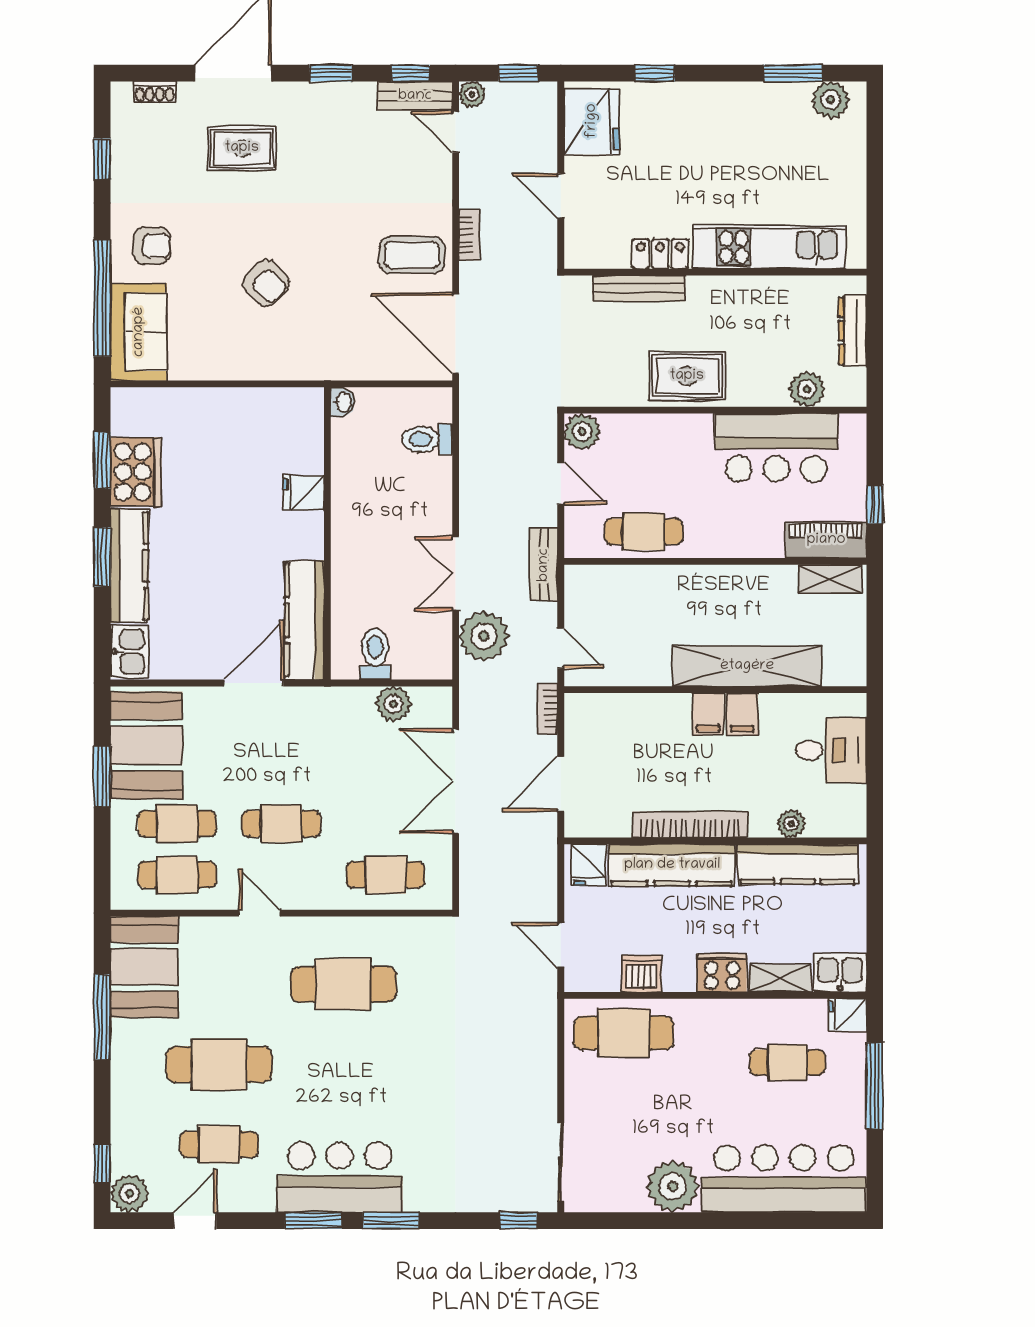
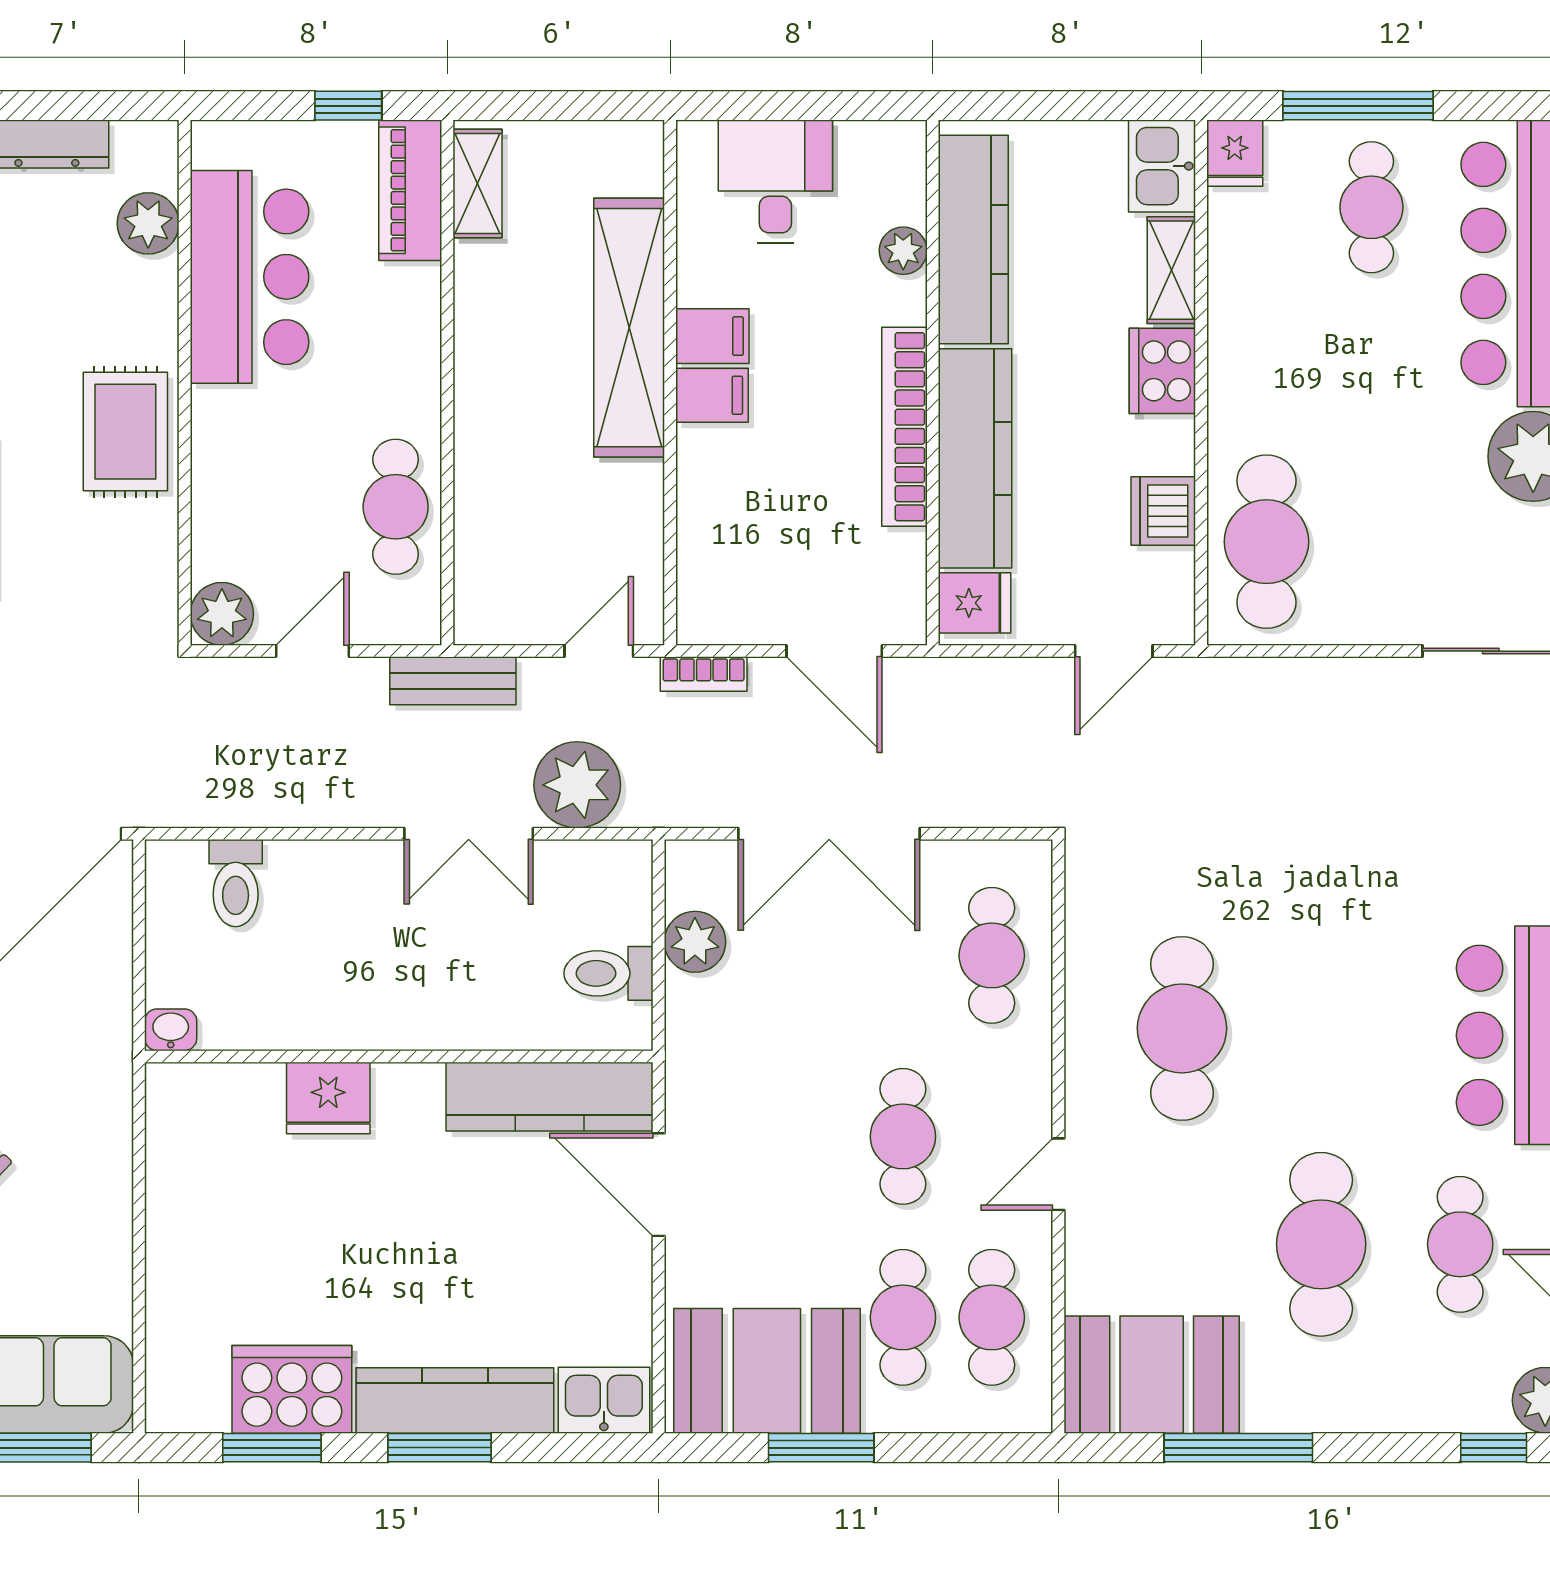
fridge: (303, 493) -> (328, 1098), width x1.38
cafe table: (787, 1062) -> (1371, 207), moved

